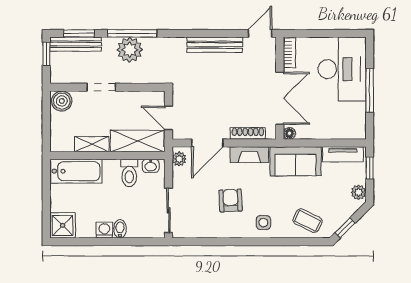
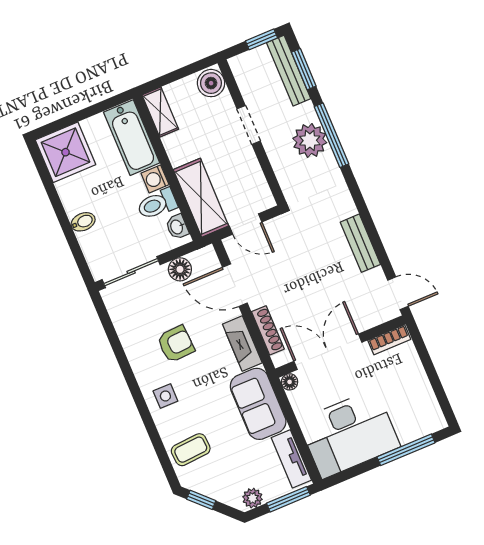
bench: (215, 45) -> (360, 243), width x0.73
desk: (342, 69) -> (349, 434), moved
window: (370, 90) -> (406, 450), moved
double door: (280, 98) -> (328, 352), swing flipped
door: (168, 118) -> (246, 224), swing flipped
shelving: (92, 144) -> (160, 112), moved
plant: (179, 159) -> (200, 259), removed
window: (370, 168) -> (288, 499), width x1.50
floor lamp: (181, 176) -> (180, 269), added
coffee table: (308, 221) -> (191, 450), turned 60
shower: (63, 225) -> (65, 152), width x1.36, depth x1.36
washing machine: (104, 230) -> (155, 179), moved, turned 180

